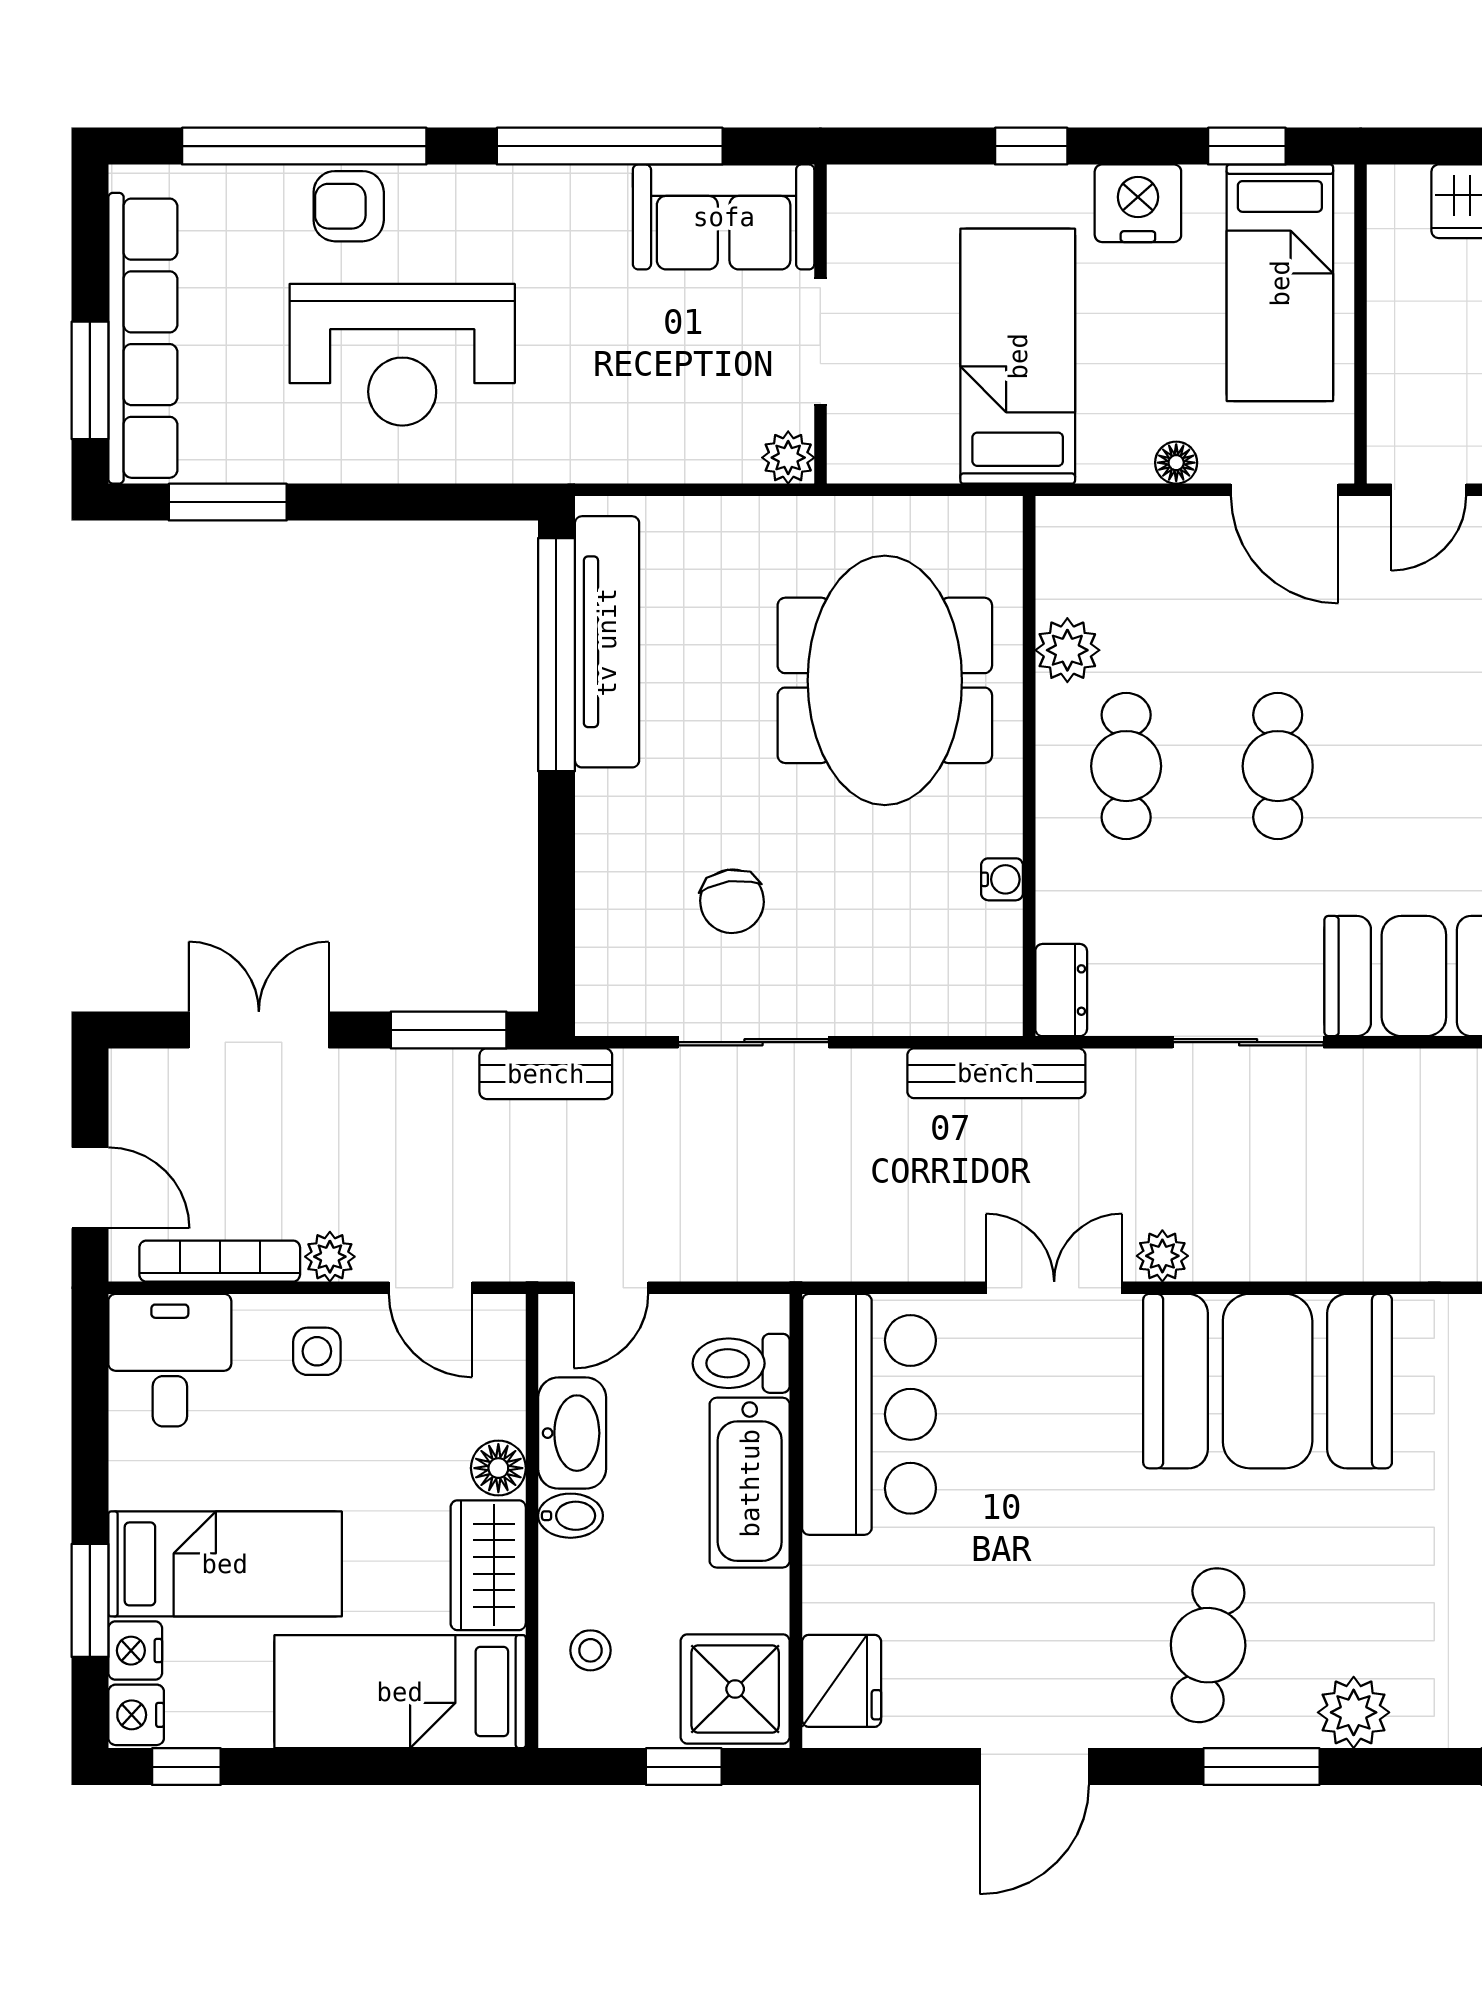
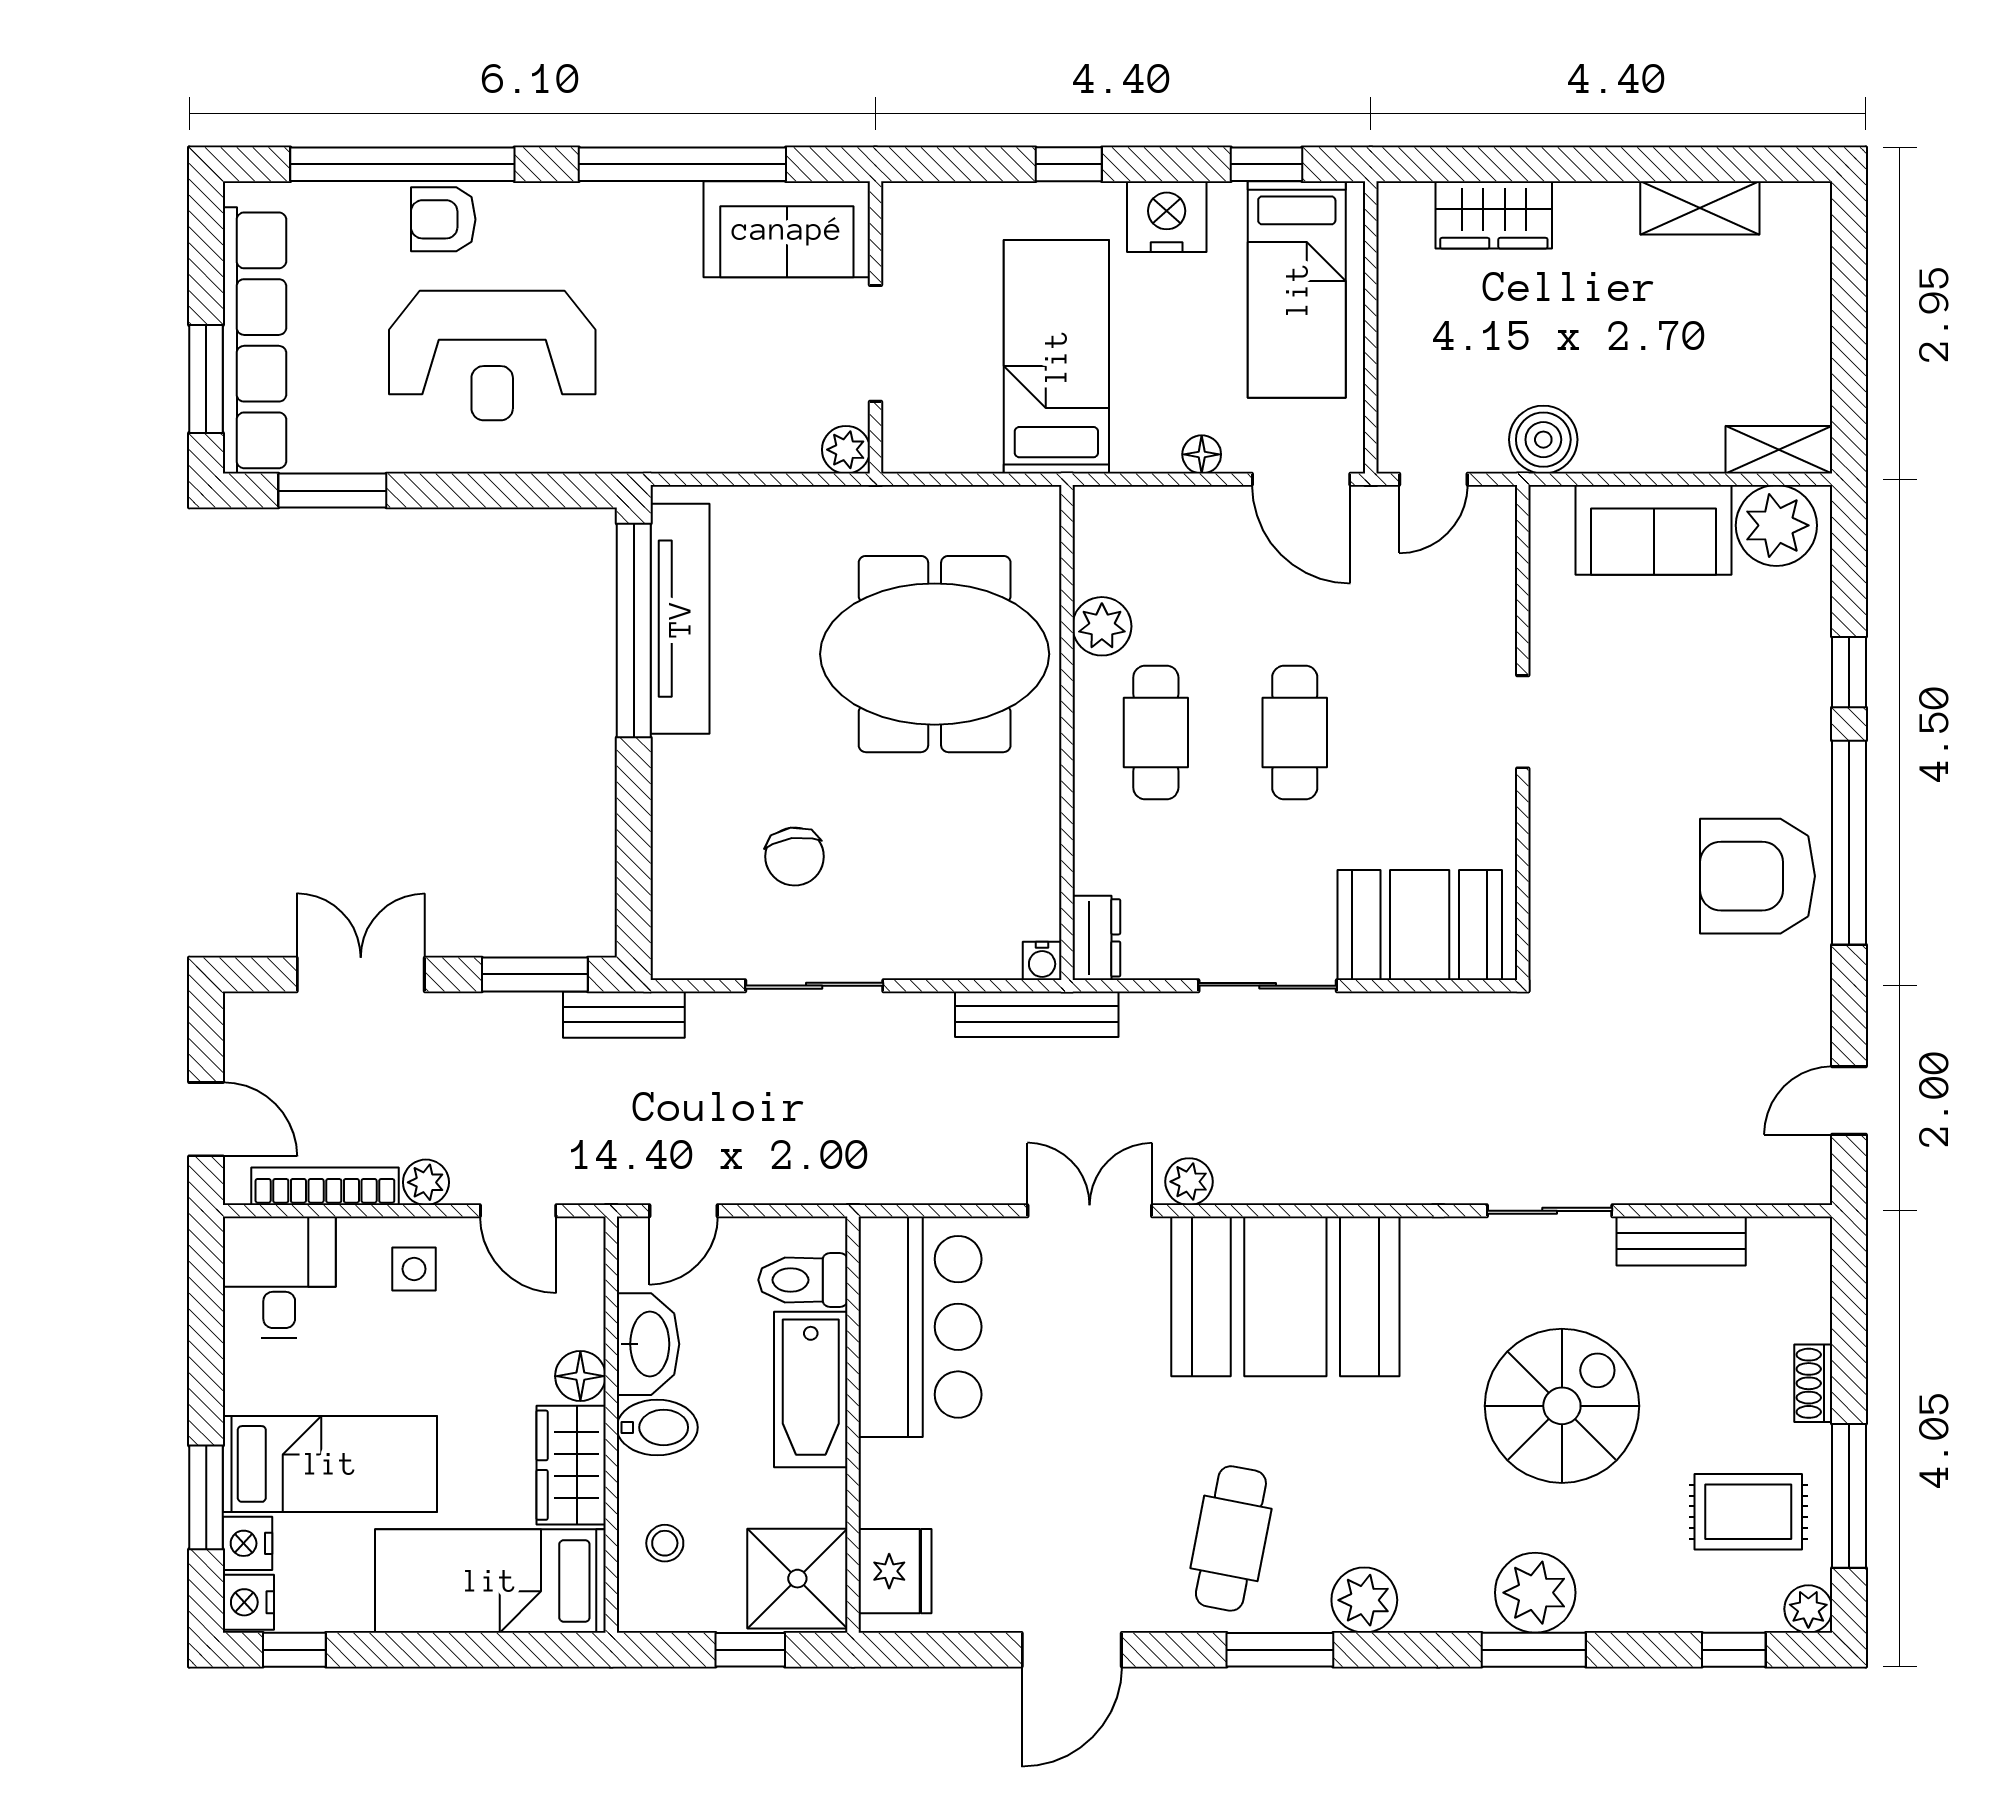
meeting table: (885, 680) -> (935, 654), turned 90
water cooler: (1002, 879) -> (1042, 961), moved, turned 90
bidet: (571, 1516) -> (657, 1427), width x1.38, depth x1.36

